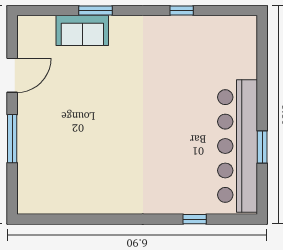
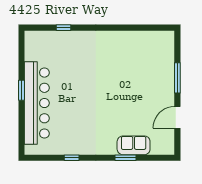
bar counter: (238, 146) -> (37, 103), moved
window: (262, 147) -> (21, 90), moved

